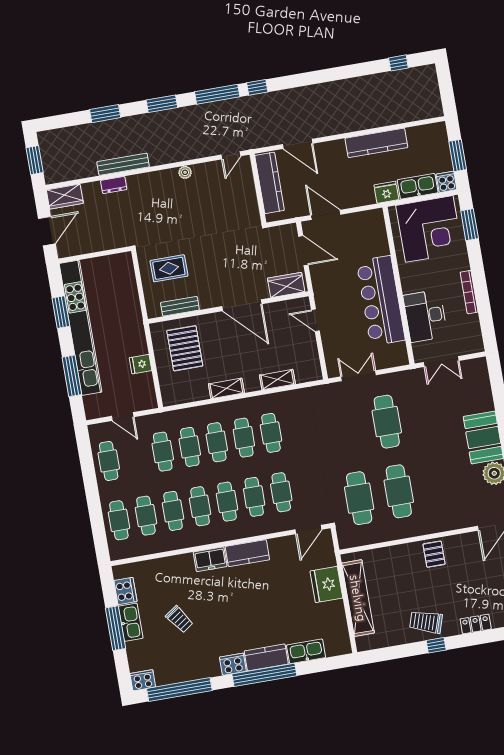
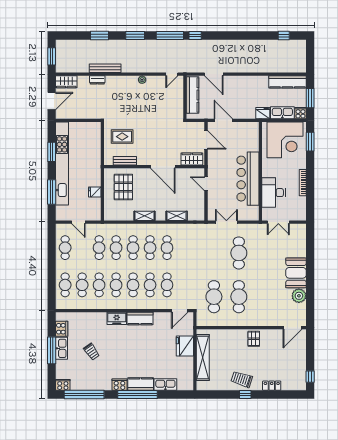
kitchen counter: (376, 143) -> (287, 82), moved

